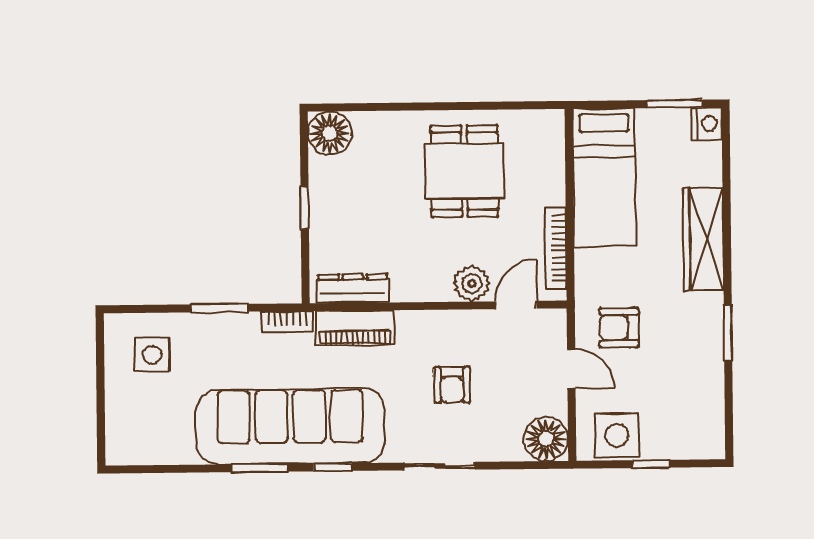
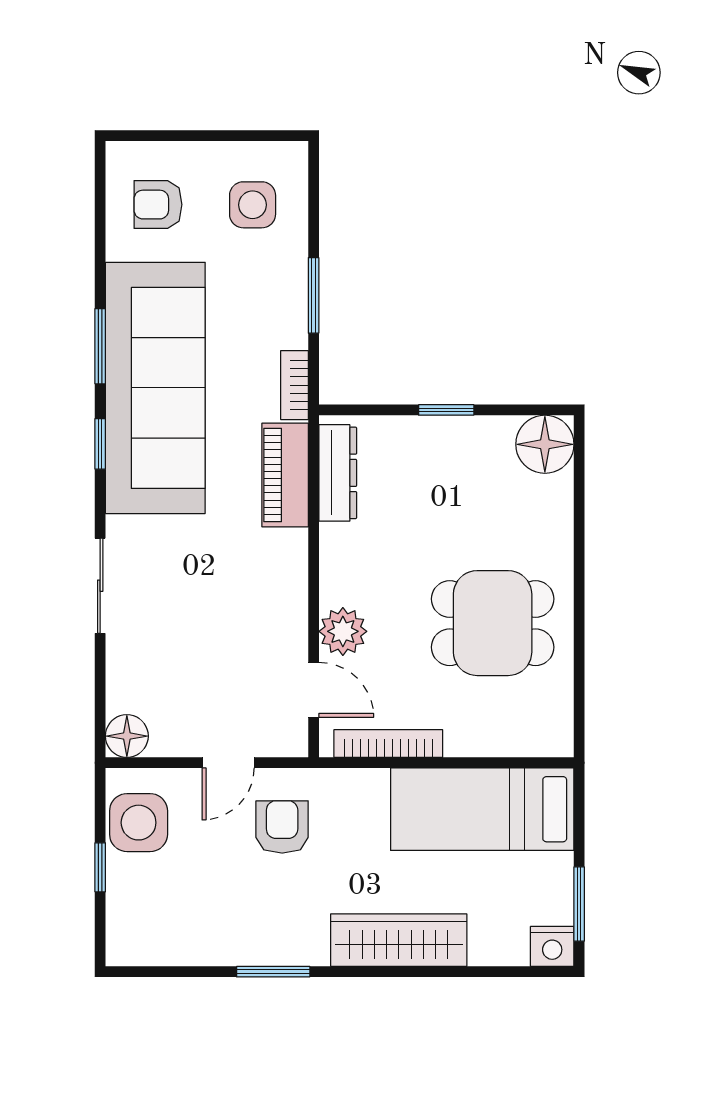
armchair: (452, 385) -> (158, 205), moved
floor lamp: (546, 439) -> (127, 736), width x0.73, depth x0.73

